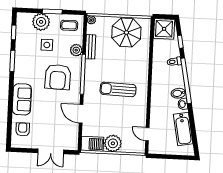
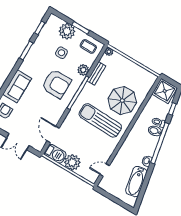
parasol: (126, 32) -> (122, 101), moved
armchair: (58, 77) -> (56, 84), turned -92
sun lounger: (118, 89) -> (100, 120), width x1.36, depth x1.34
bidet: (178, 93) -> (155, 131), moved
door: (81, 114) -> (53, 134), moved
door: (147, 134) -> (105, 170), hinge flipped

